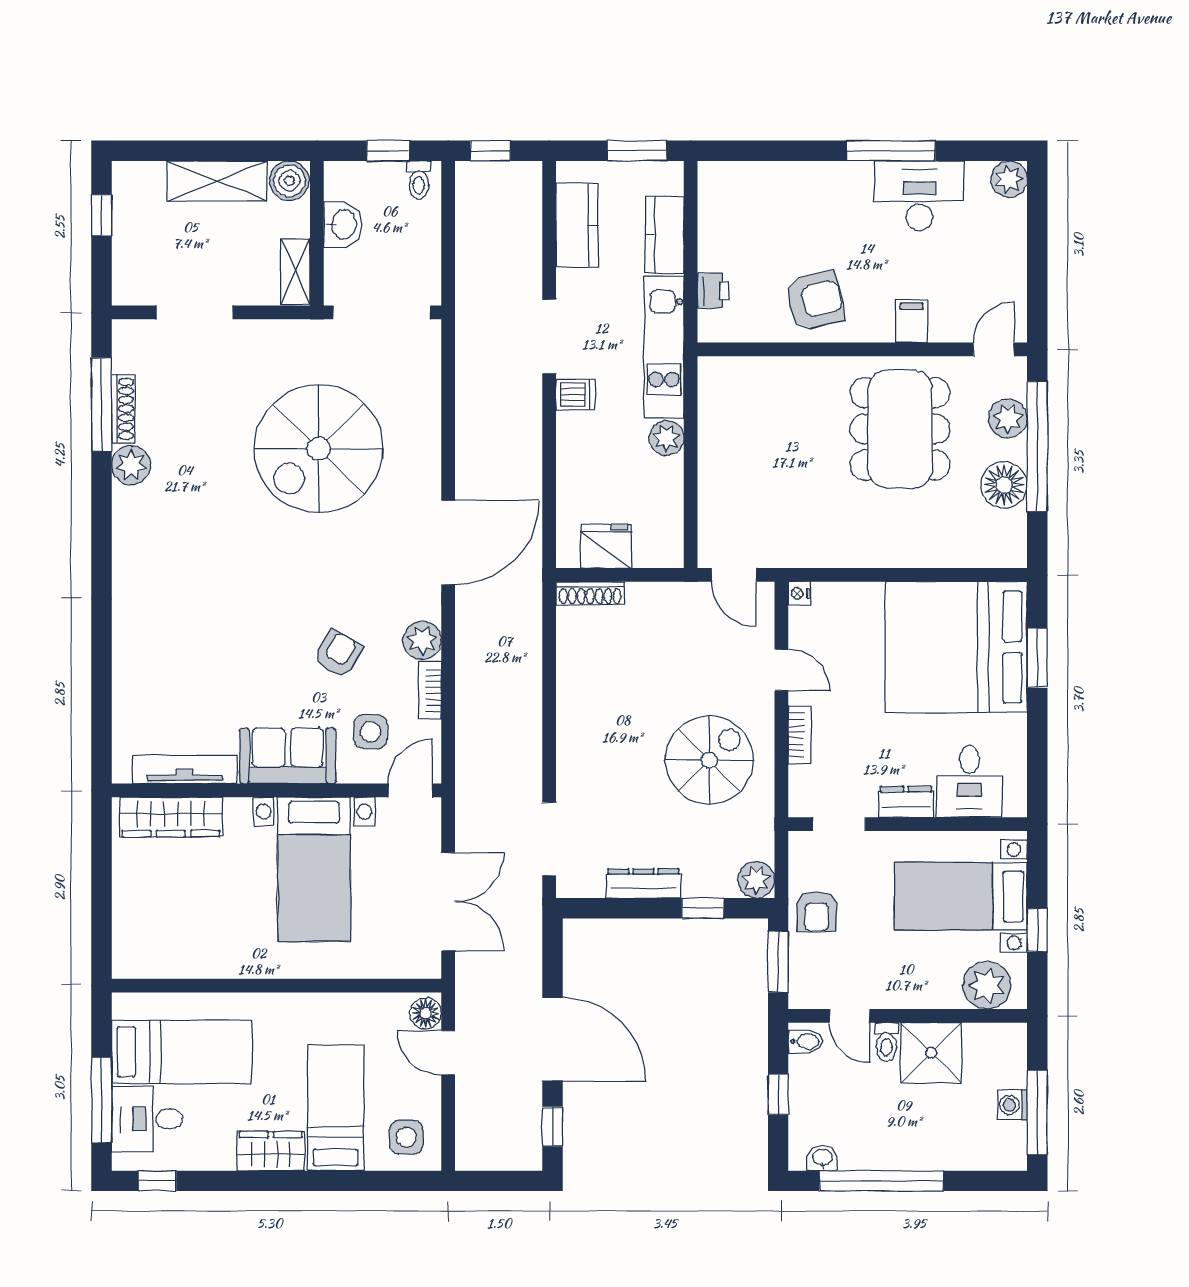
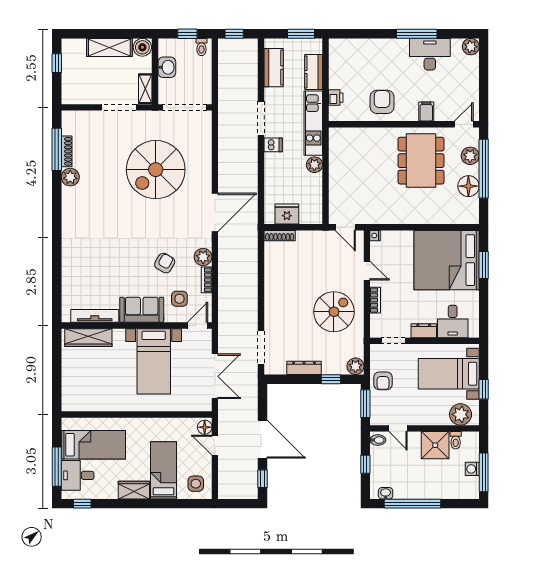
armchair: (815, 300) -> (382, 102), turned -77
doorway: (194, 312) -> (119, 107), moved
toilet: (886, 1042) -> (456, 440), moved

